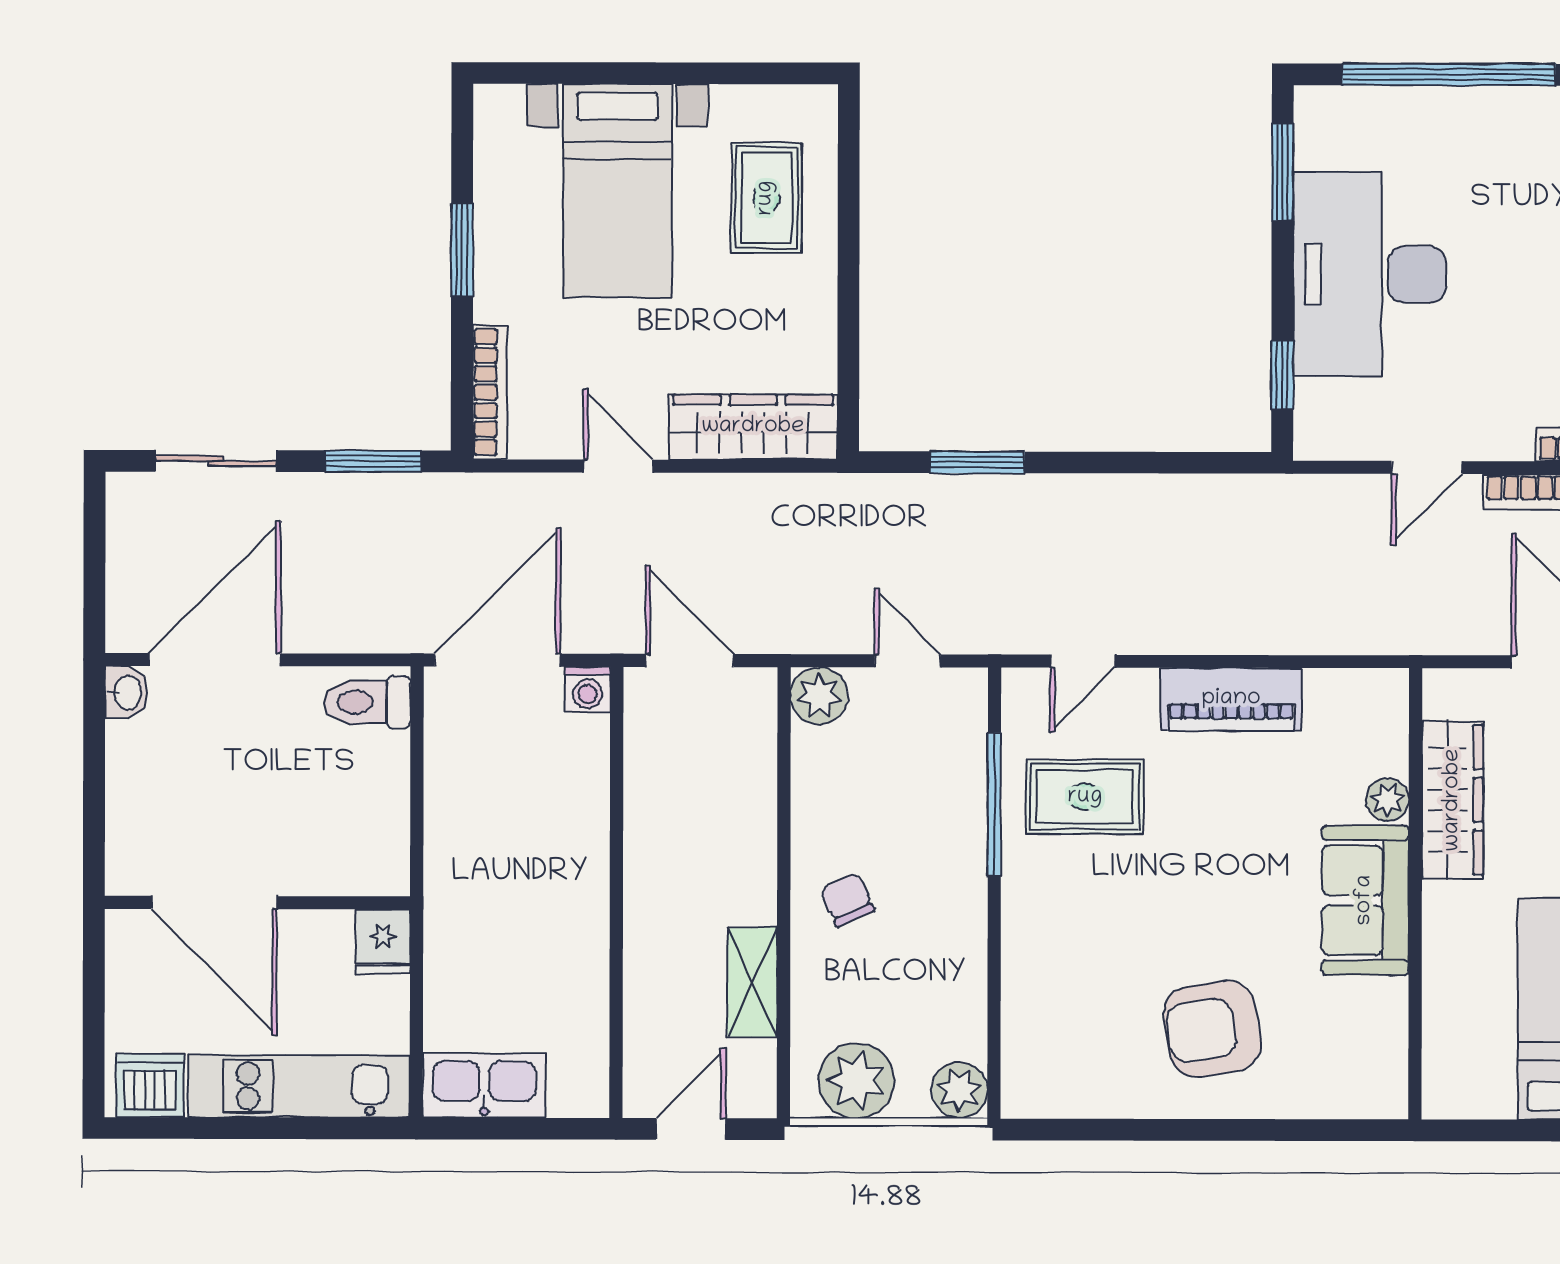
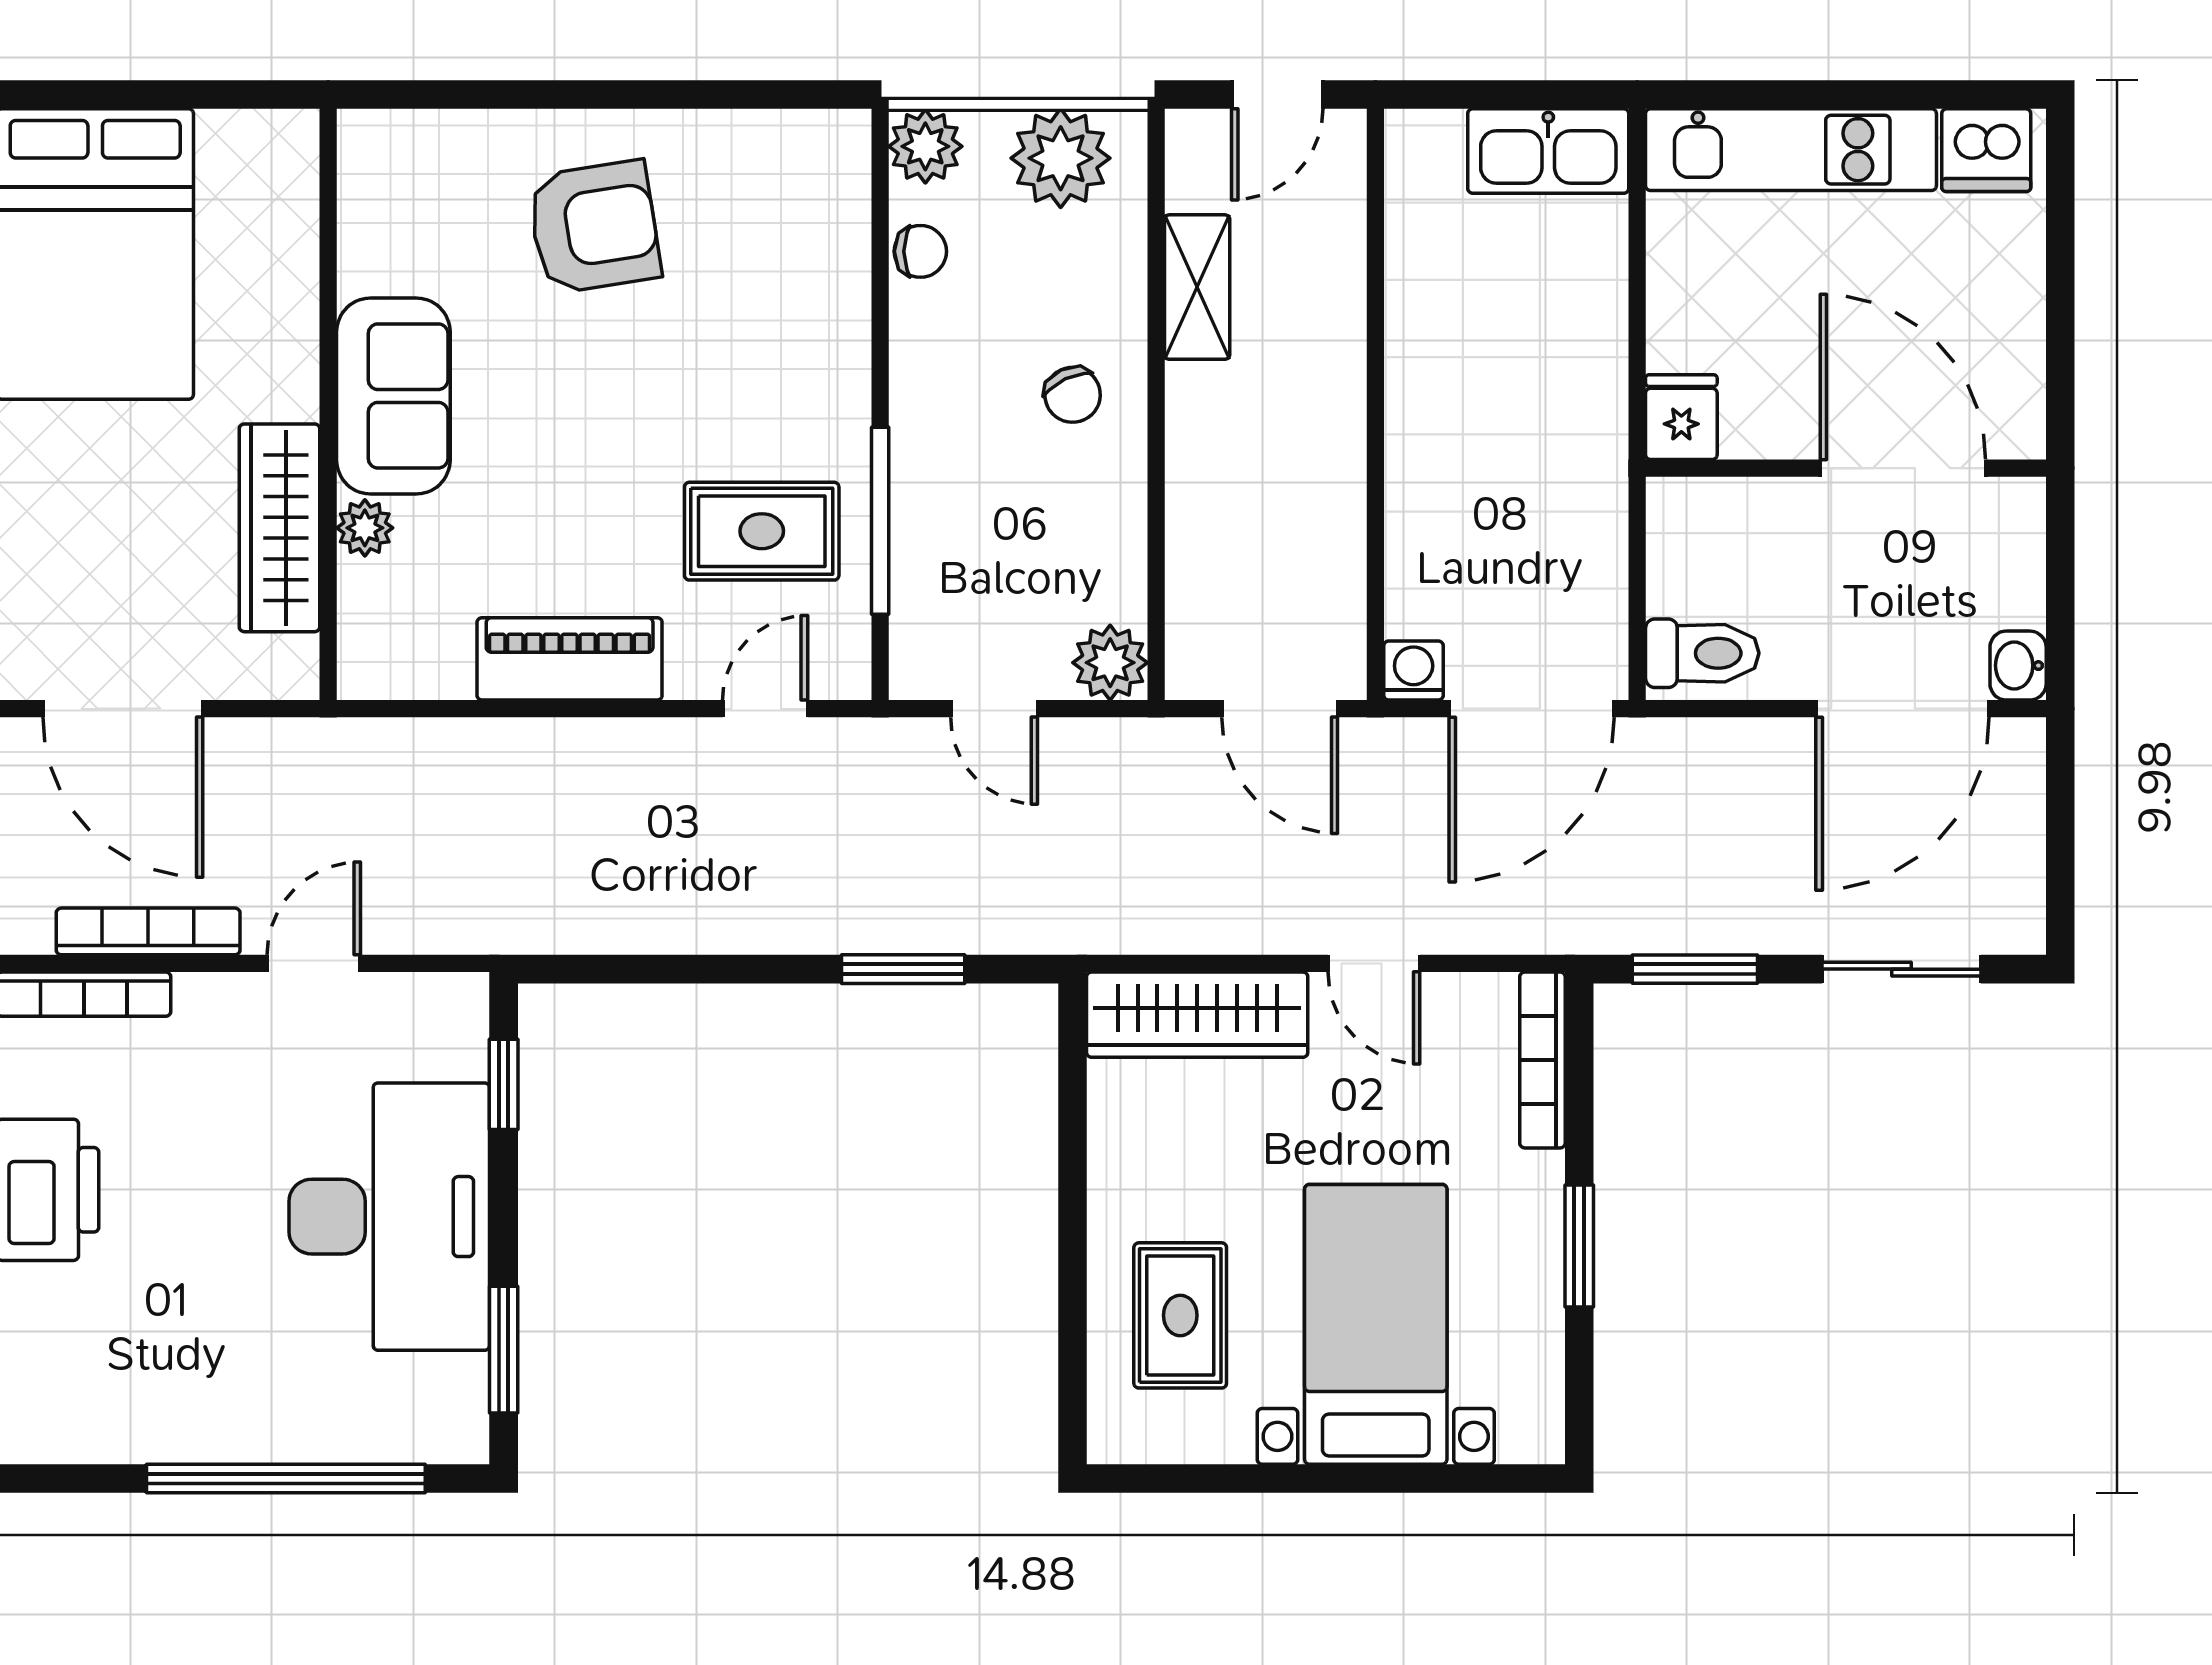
door: (214, 903) -> (1903, 468), moved
wall: (257, 903) -> (1846, 468), moved
fridge: (383, 942) -> (1681, 417), moved
chair: (963, 1010) -> (920, 251), added

